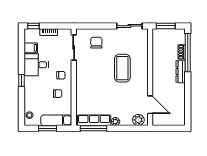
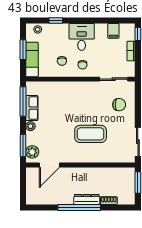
window: (188, 53) -> (79, 207), moved
desk: (36, 65) -> (82, 37), moved
window: (22, 80) -> (56, 20), moved
row of seats: (94, 120) -> (32, 108), width x0.68
window: (133, 128) -> (23, 145), added

